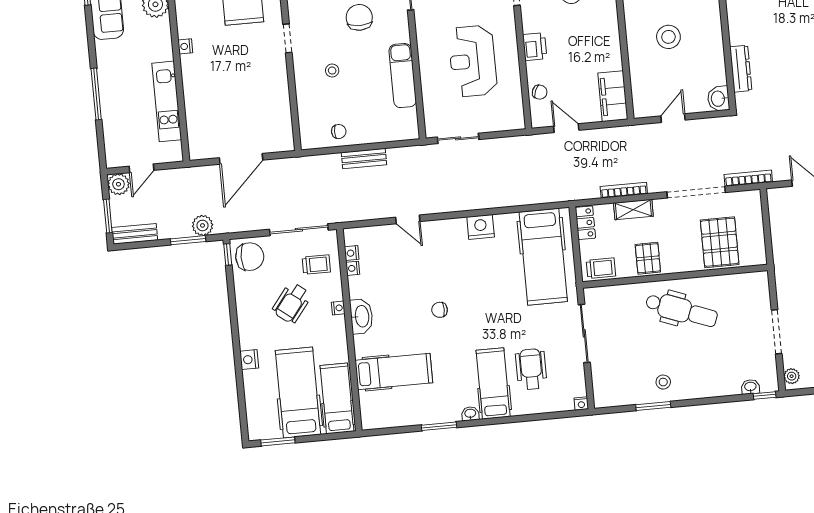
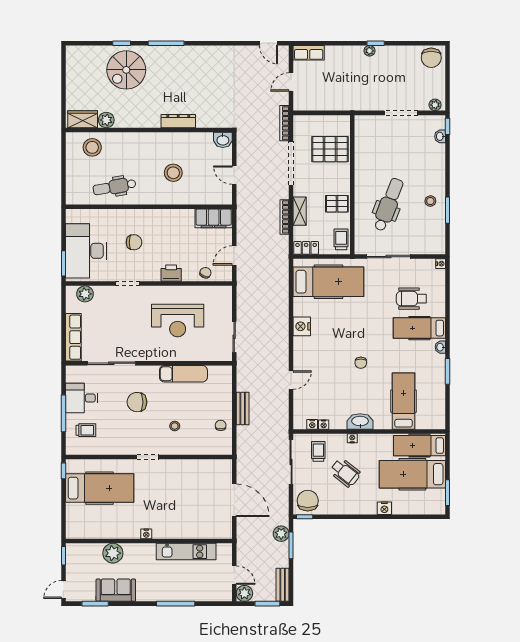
dresser: (741, 69) -> (178, 121), moved
dental chair: (681, 310) -> (388, 205), moved

